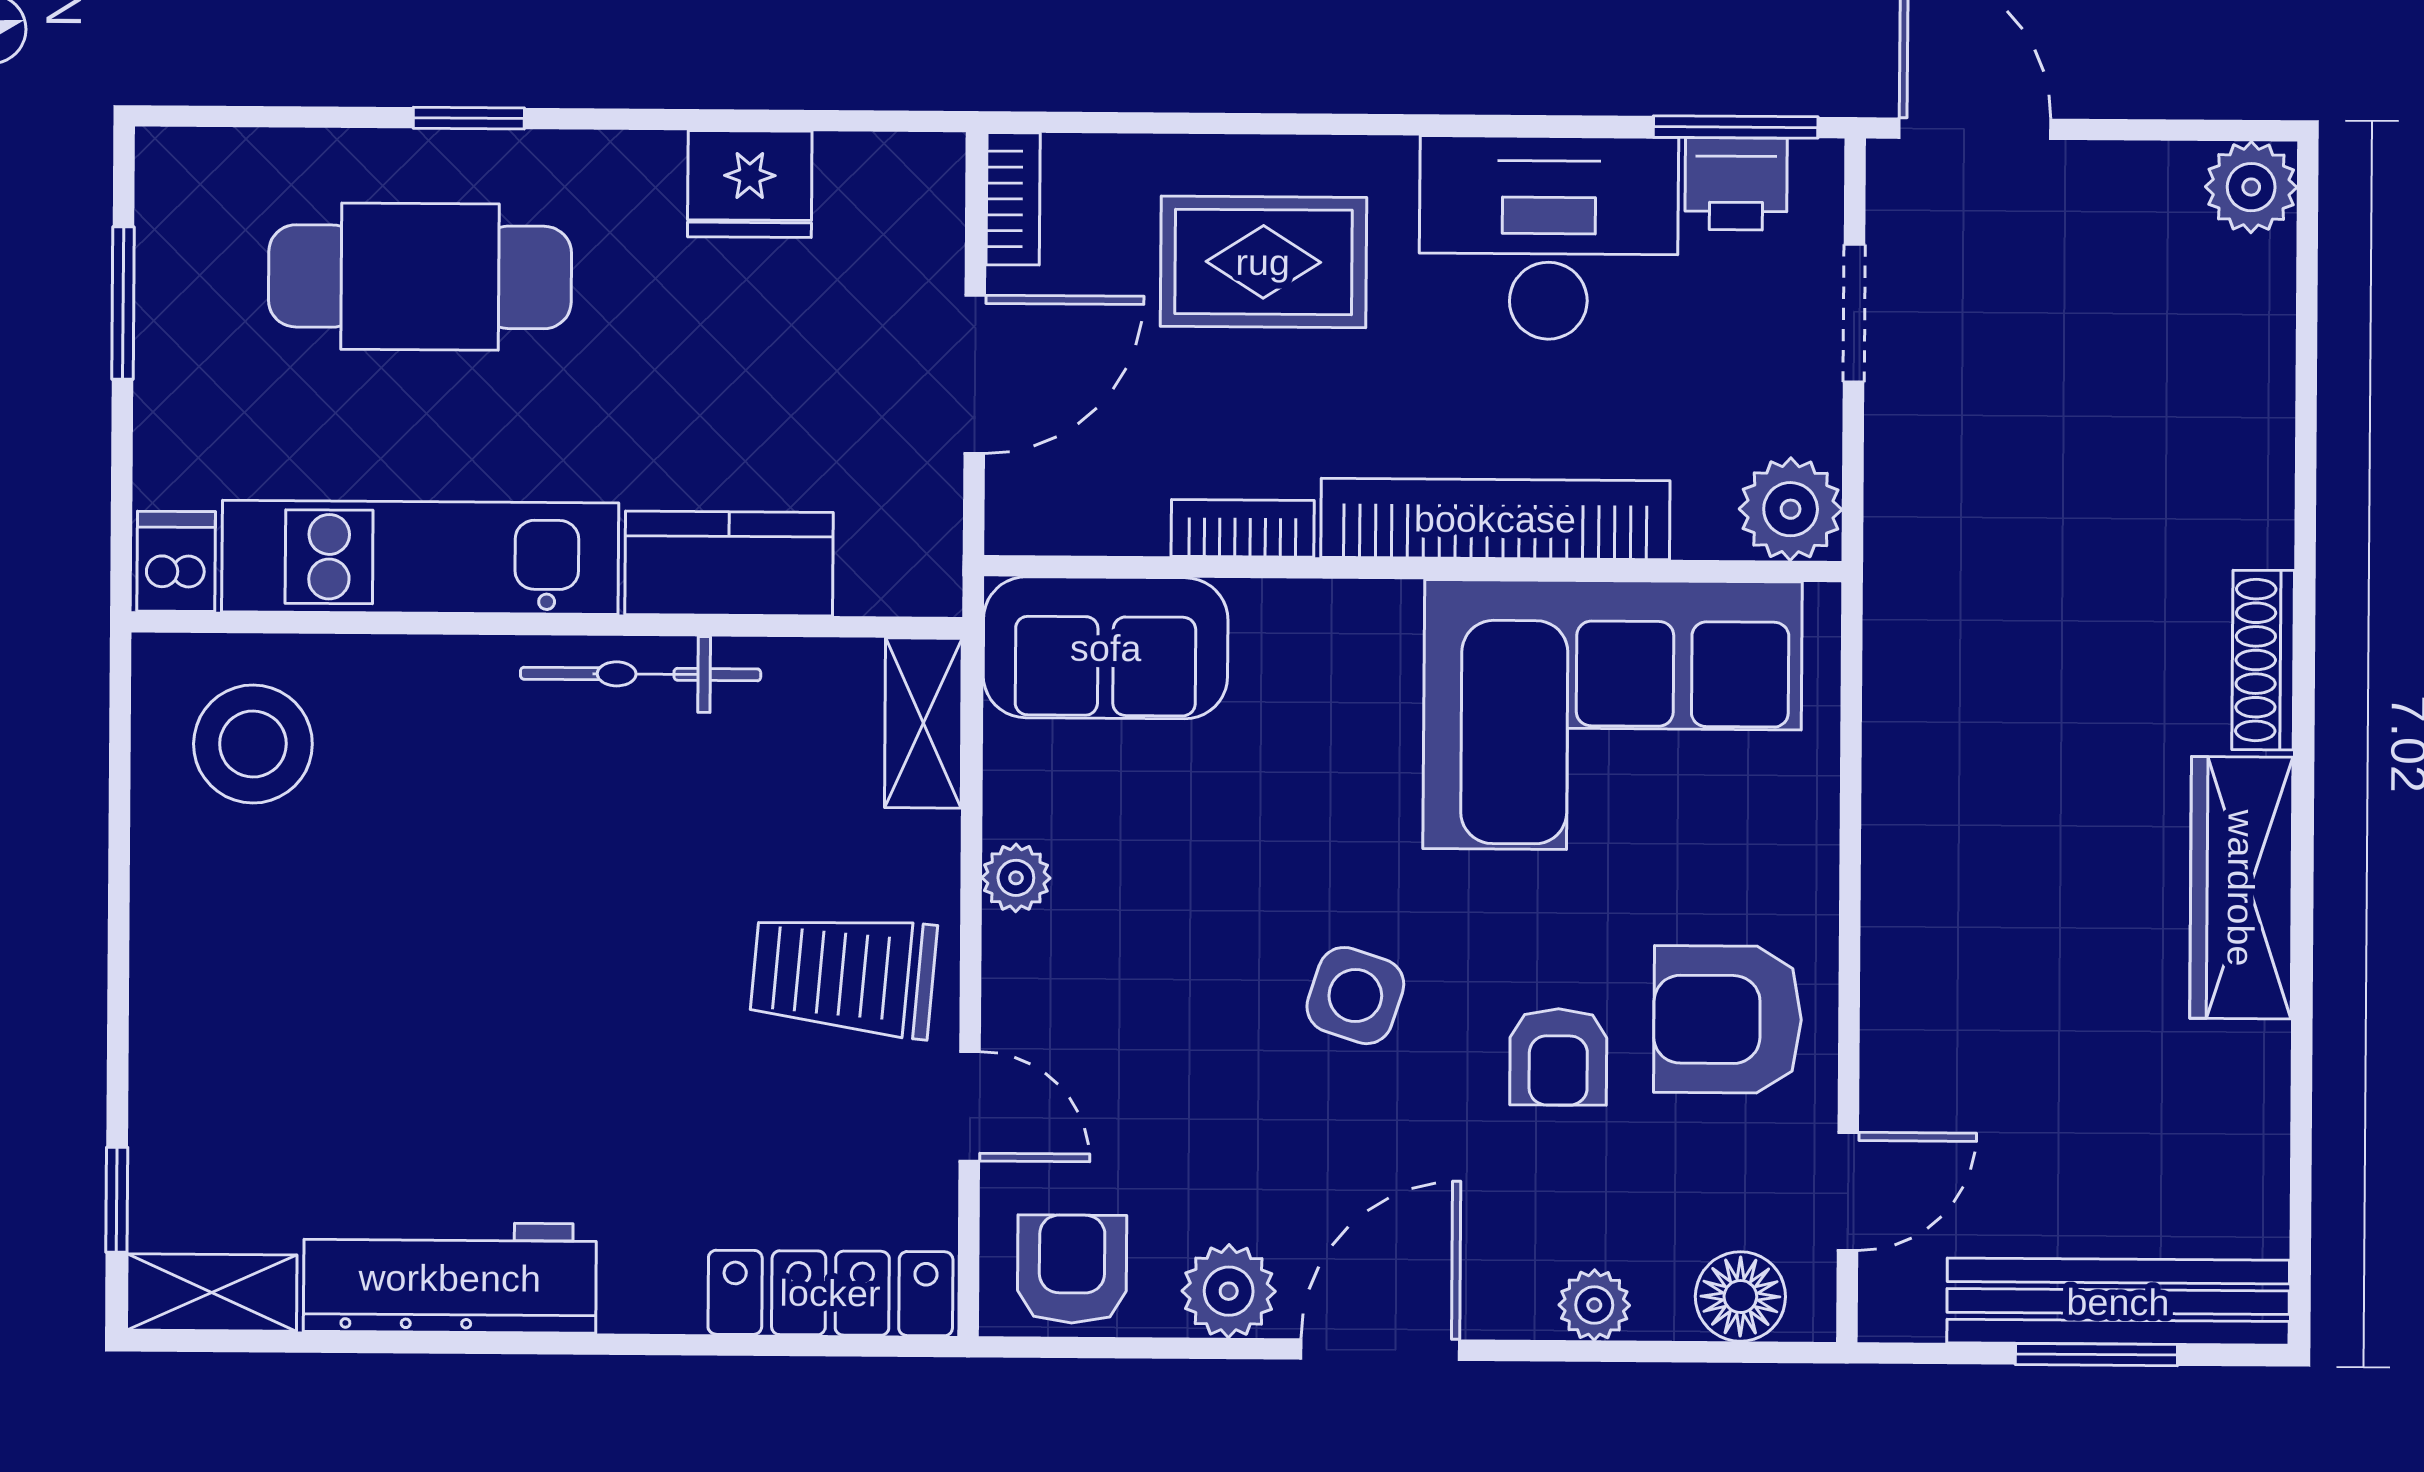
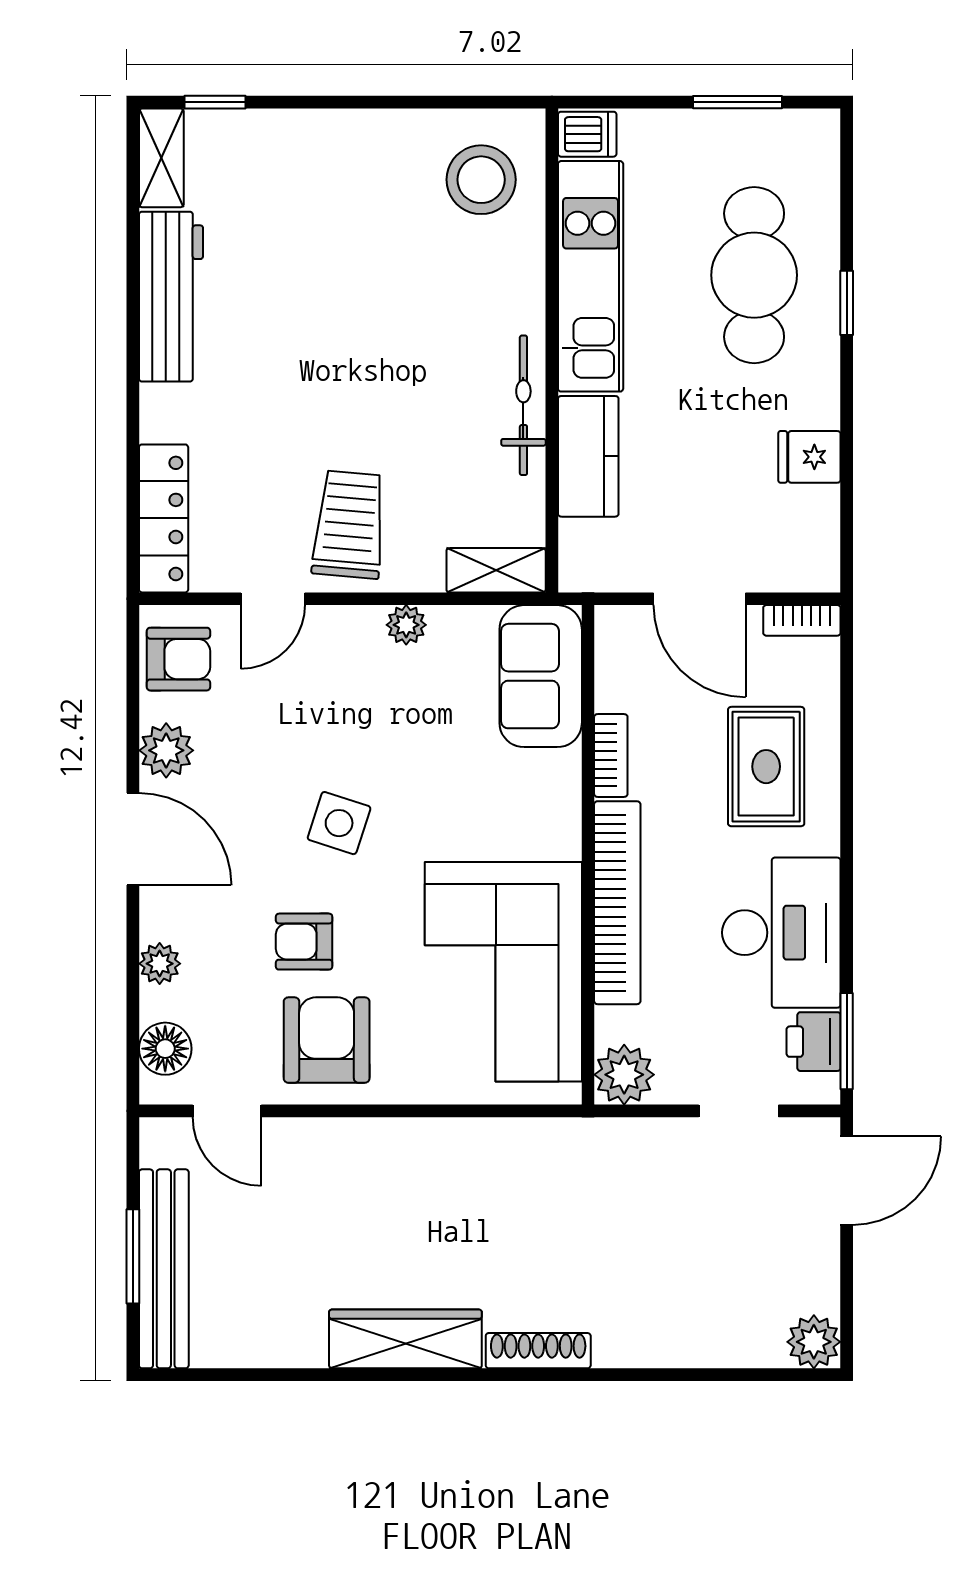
fridge: (750, 184) -> (809, 457), width x0.72

